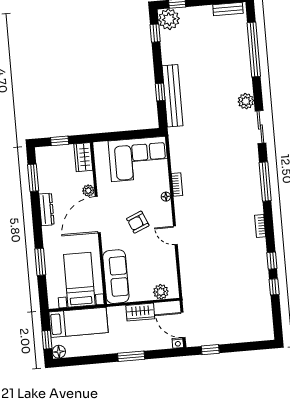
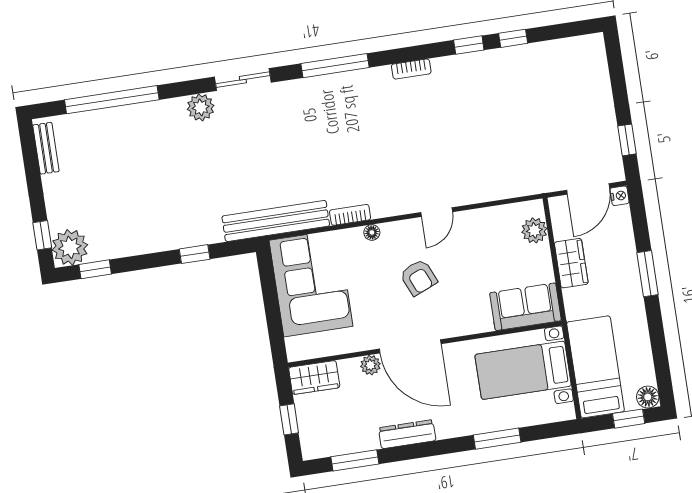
bench: (172, 96) -> (276, 221), moved
sofa: (116, 277) -> (525, 307), width x0.73

